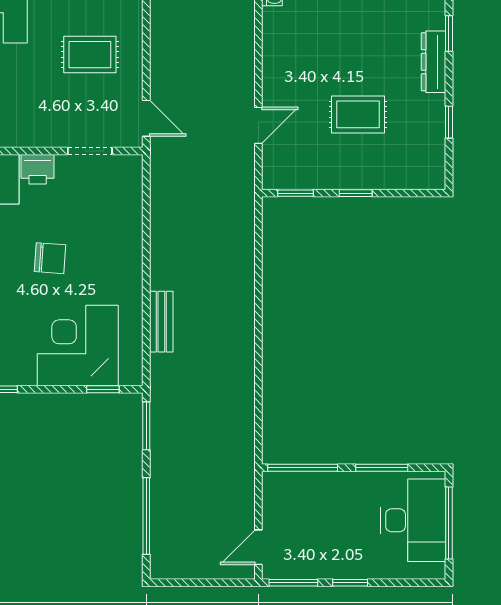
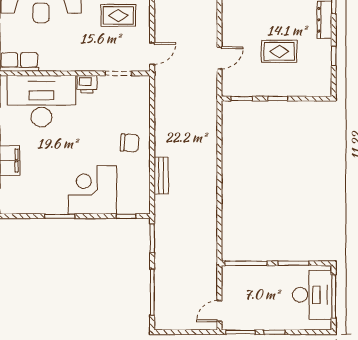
door: (146, 118) -> (152, 54), hinge flipped
chair: (50, 258) -> (130, 143), moved
corner desk: (78, 346) -> (92, 190), moved

